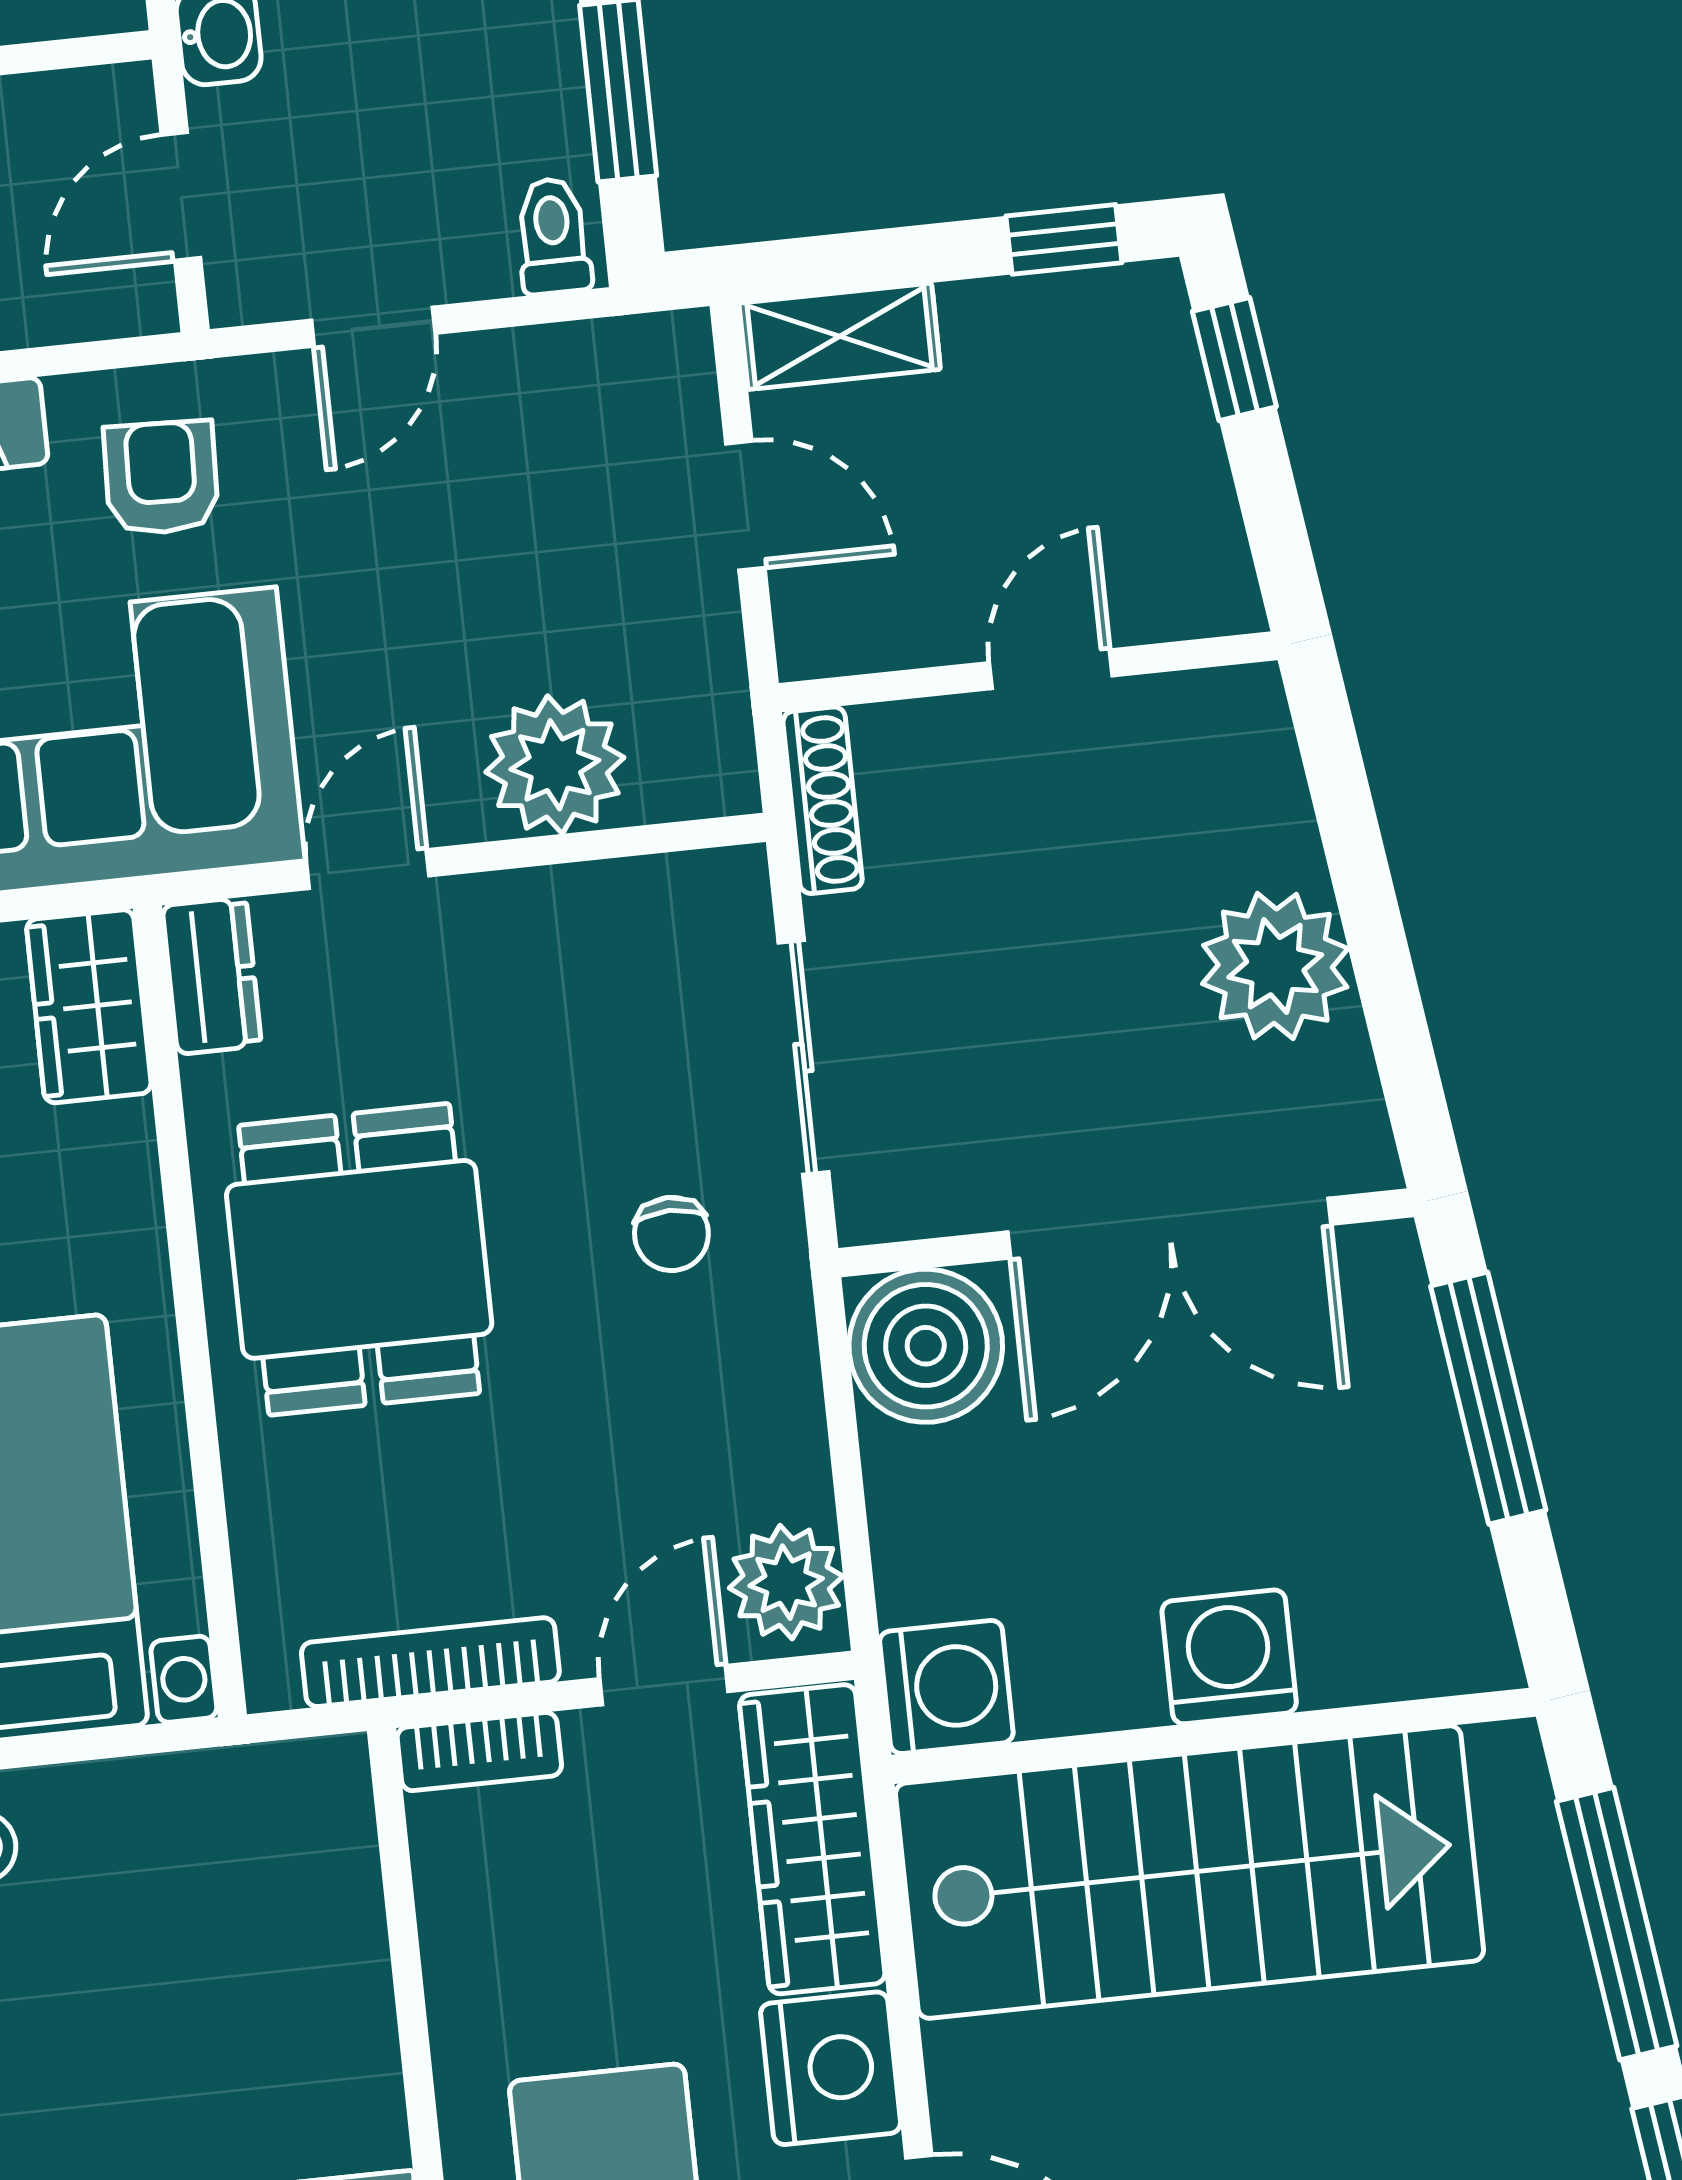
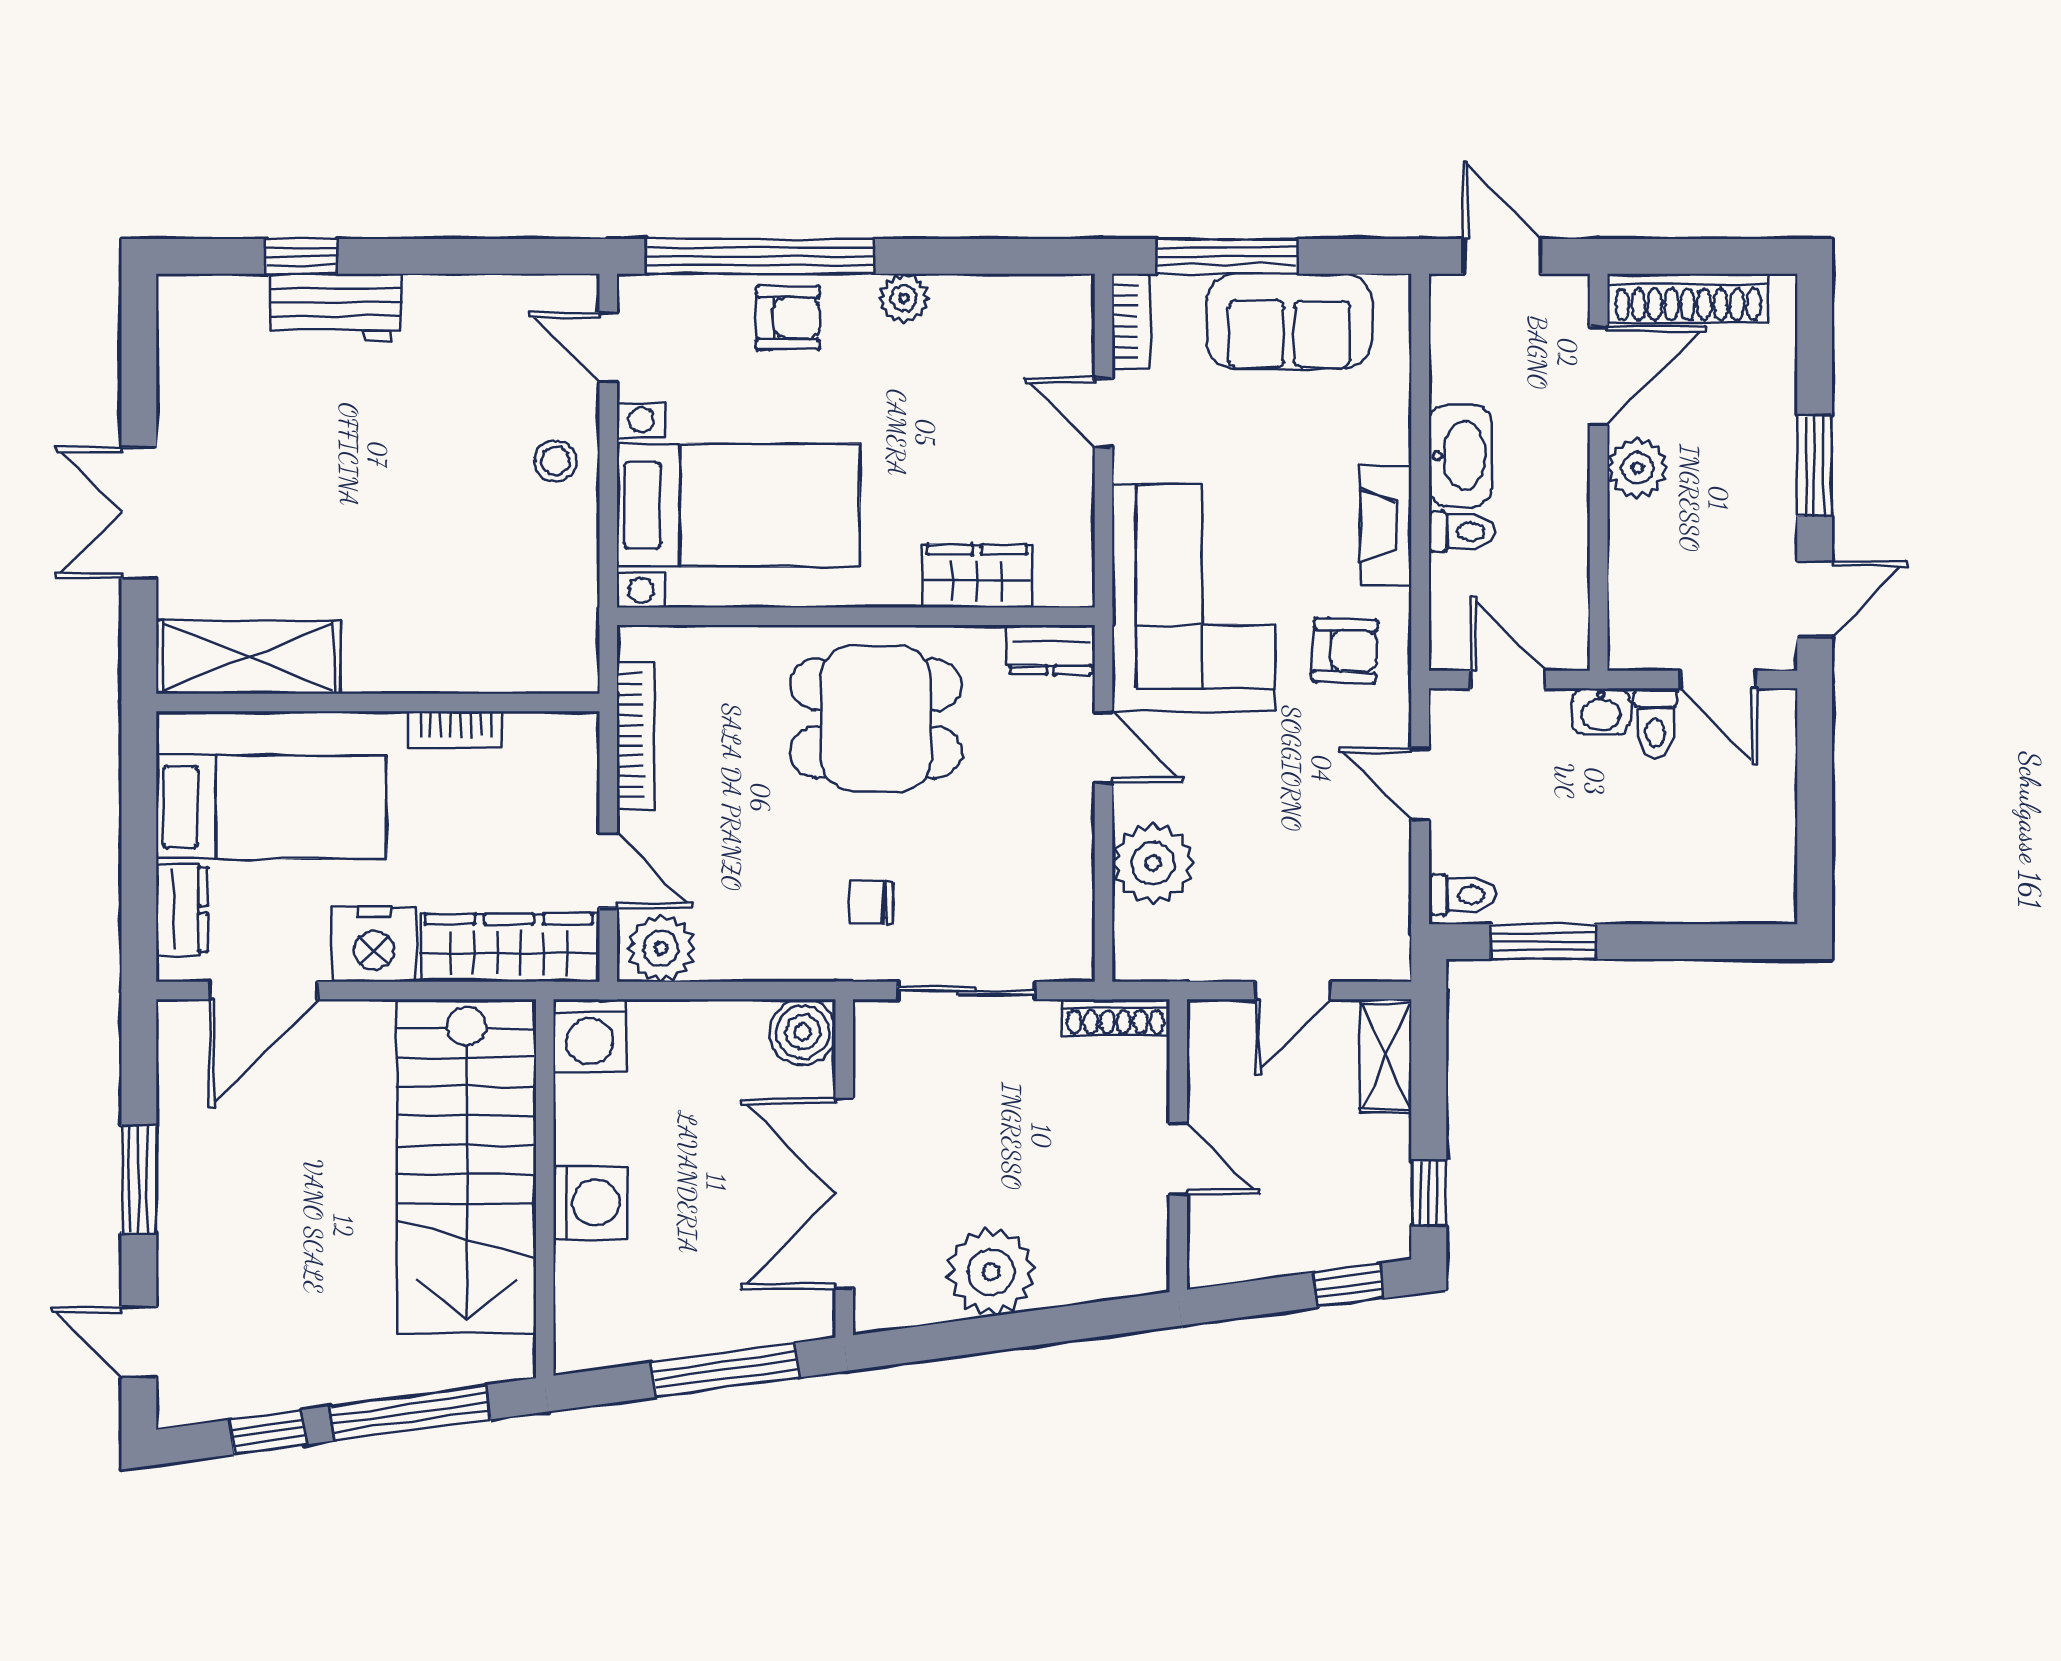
wardrobe: (89, 1006) -> (977, 576), moved
boiler: (926, 1346) -> (803, 1032), width x0.73, depth x0.73
bookcase: (479, 1752) -> (455, 730), moved, turned -90

